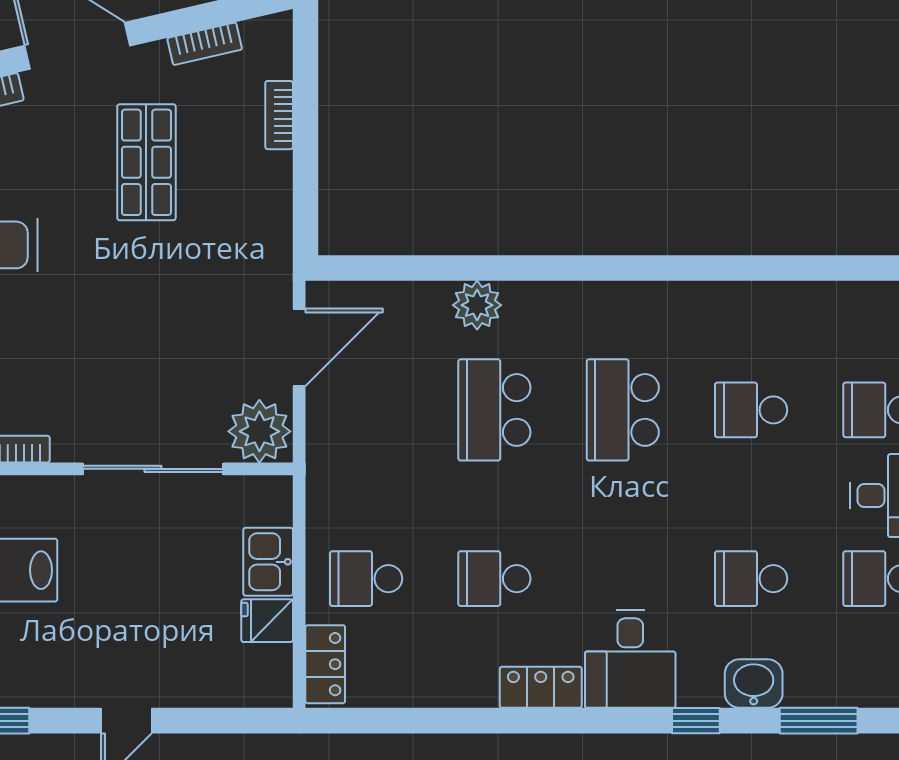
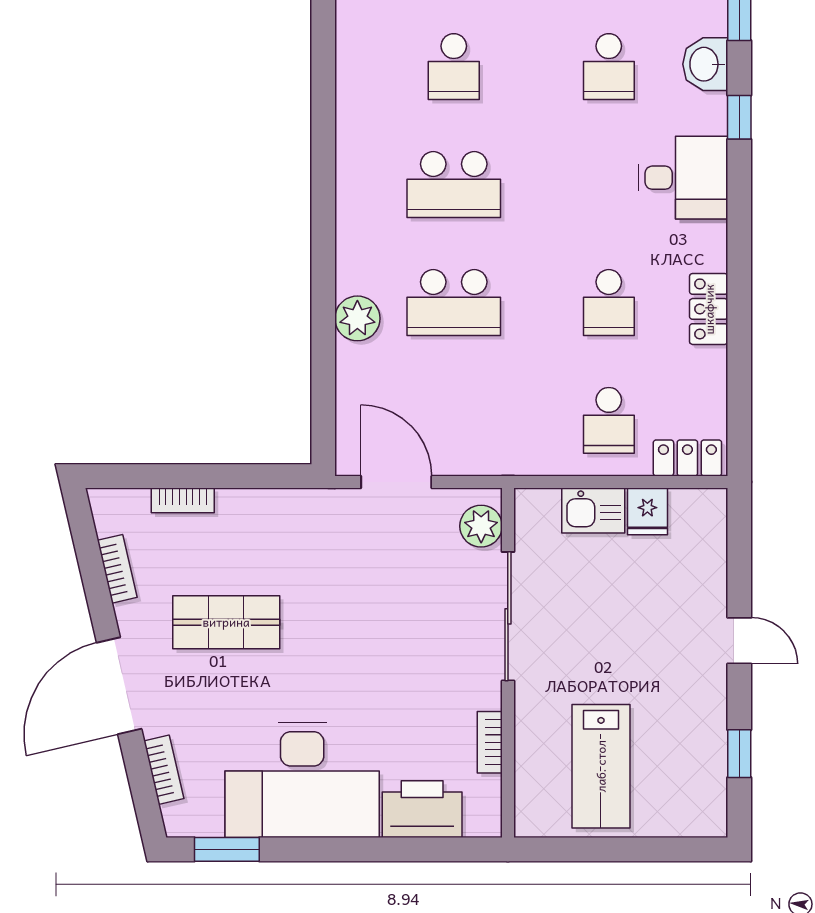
plant: (259, 431) -> (481, 526), width x0.73, depth x0.73
locker: (541, 687) -> (709, 309), moved

